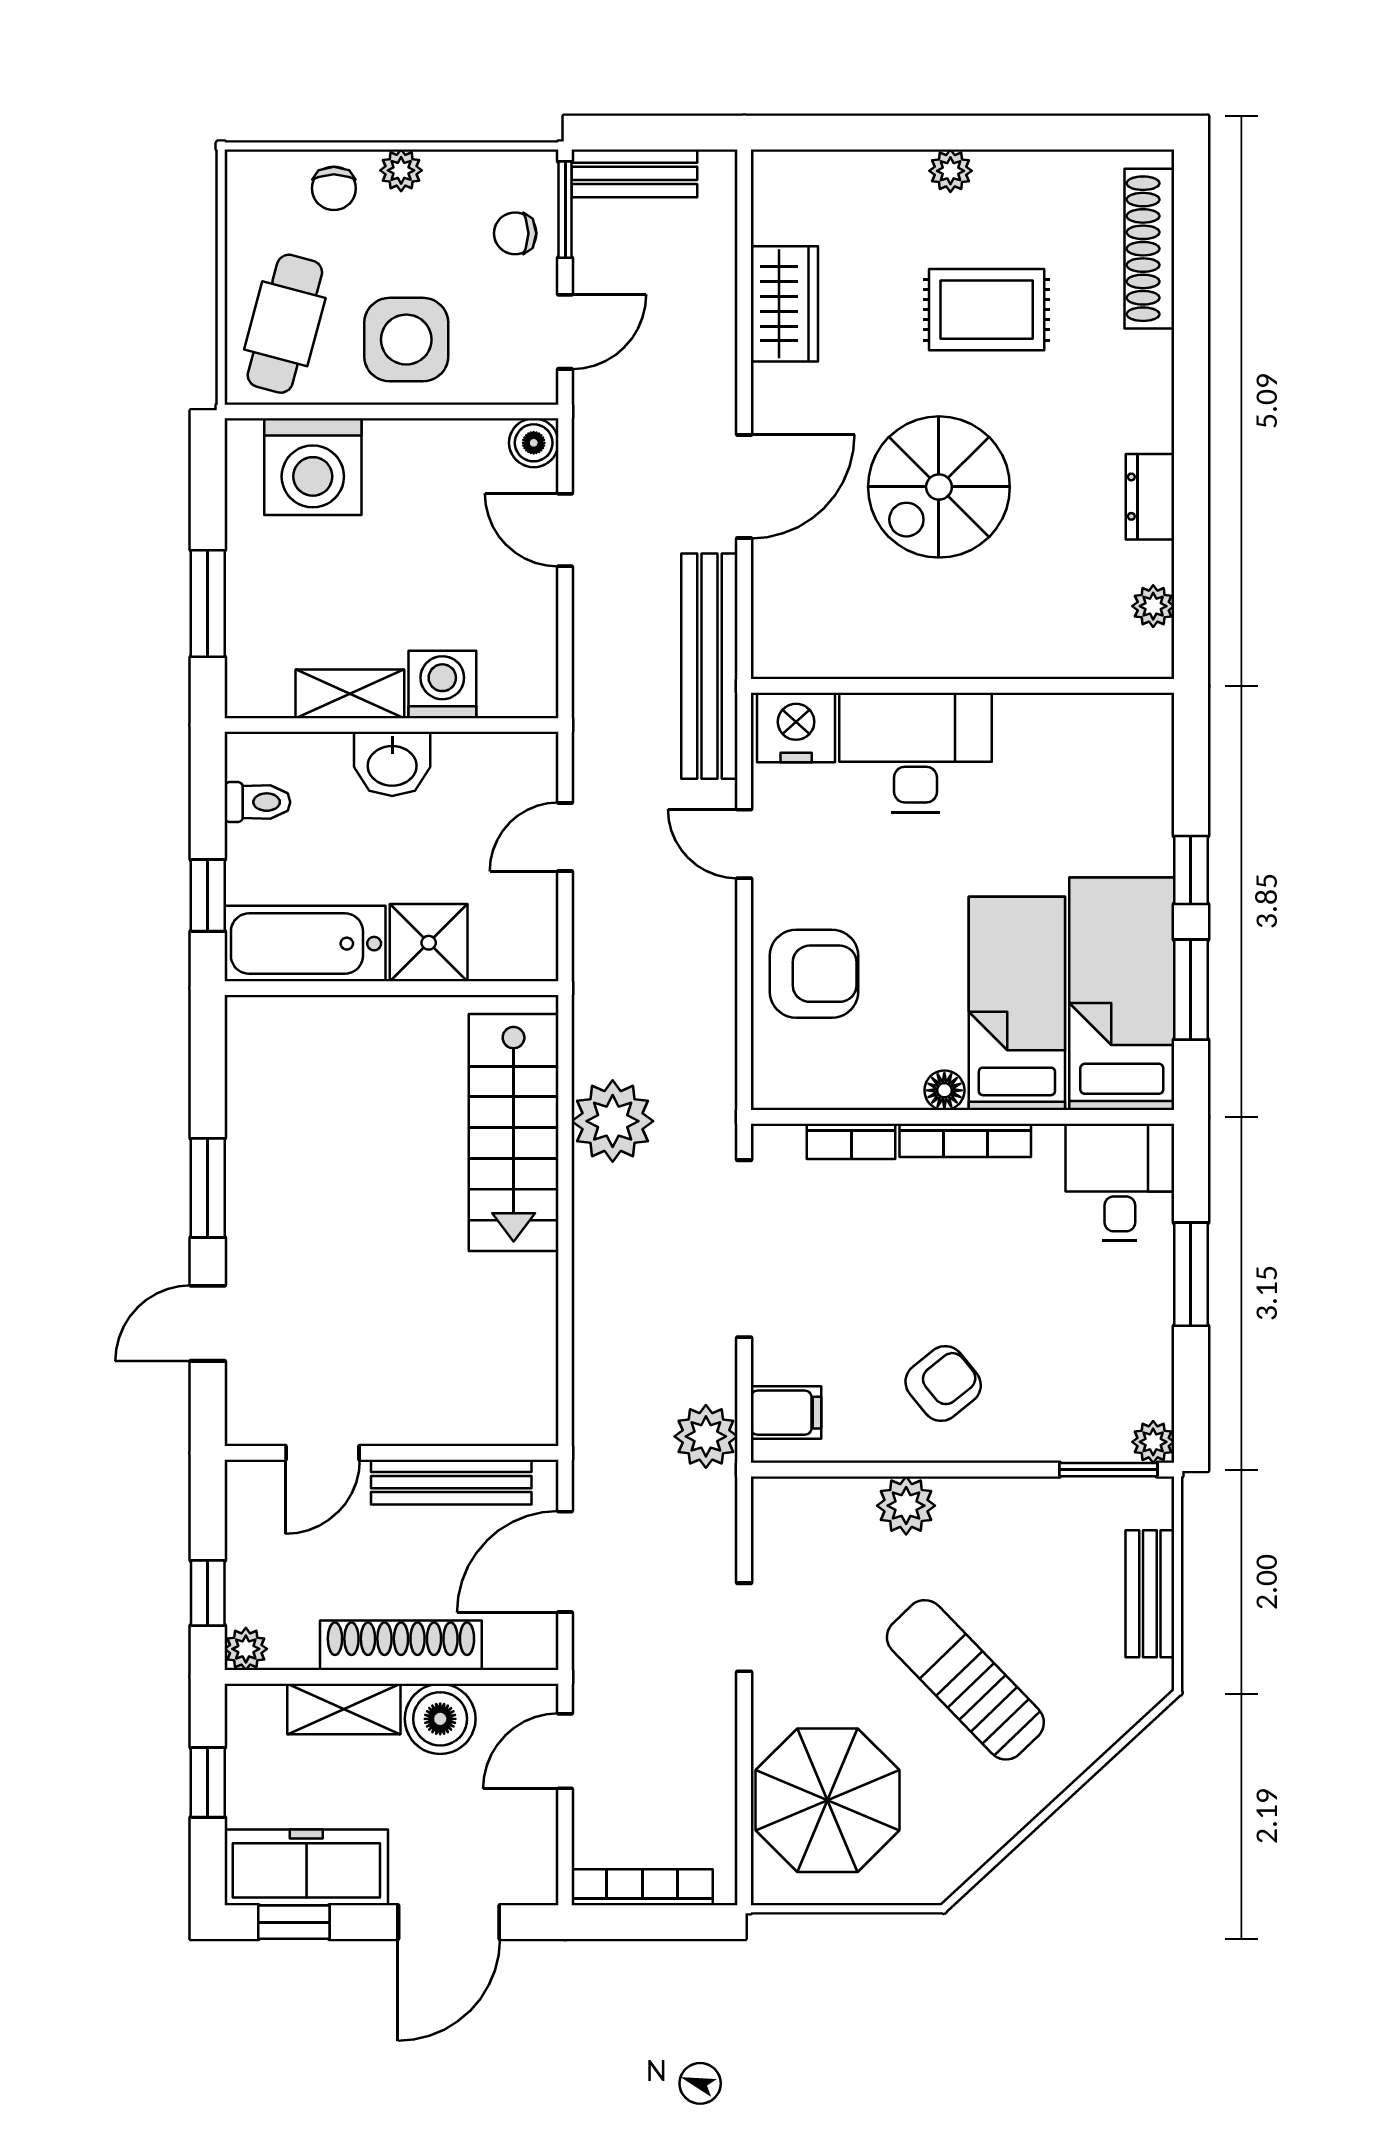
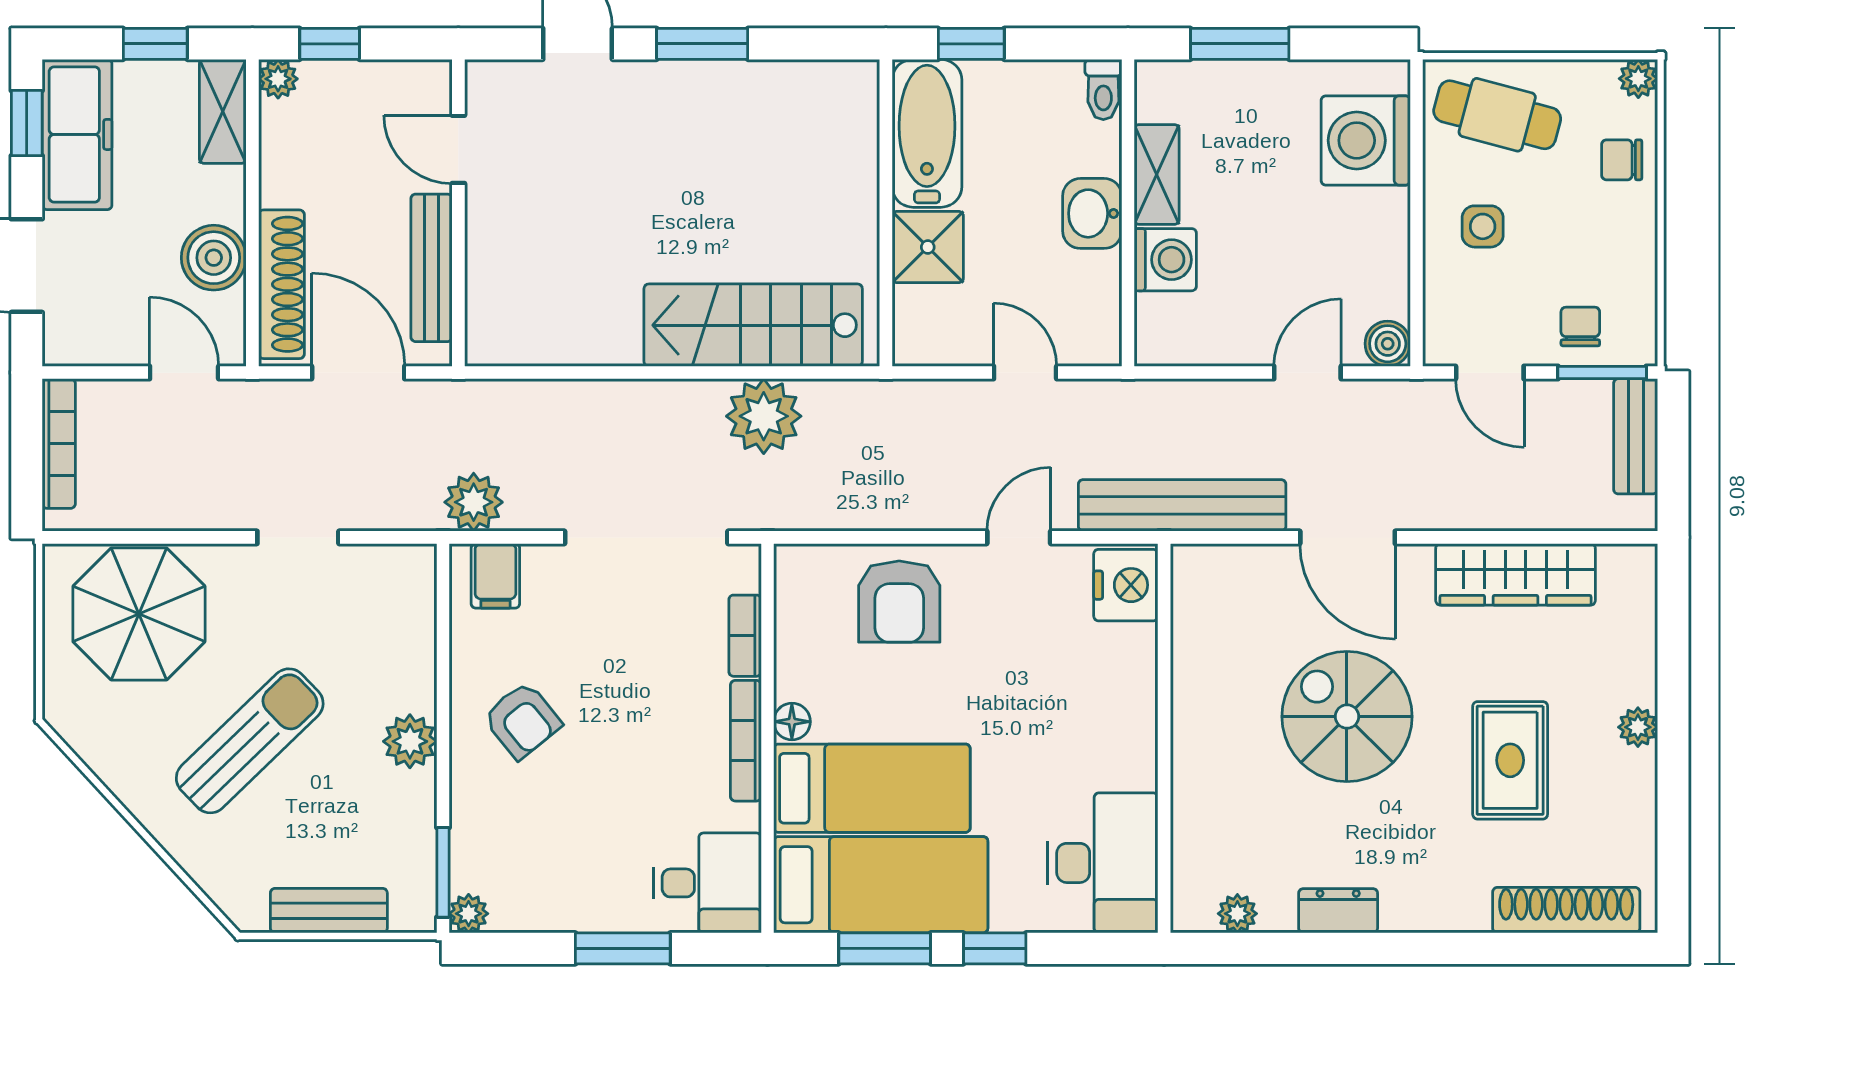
plant: (401, 170) -> (1638, 79), moved
wardrobe: (784, 304) -> (1516, 574), width x1.50
side table: (406, 340) -> (1483, 226), width x0.54, depth x0.54
desk: (916, 752) -> (1103, 863), moved
toilet: (257, 802) -> (1103, 89), moved
plant: (906, 1506) -> (410, 741), moved
shoe rack: (401, 1645) -> (281, 284), moved
shelving: (344, 1709) -> (223, 111), moved

